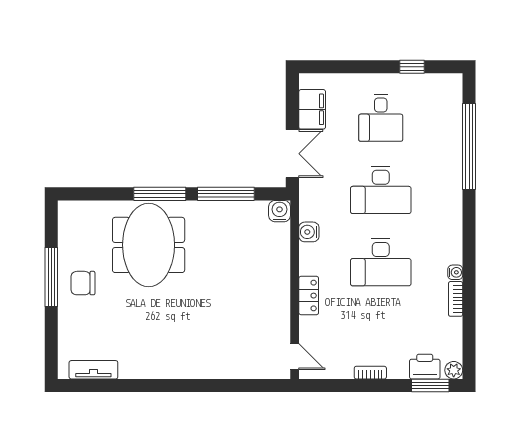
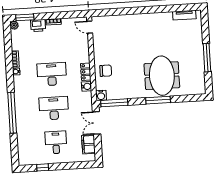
window: (469, 147) -> (12, 113), moved
window: (226, 194) -> (114, 103), moved
chair: (83, 283) -> (106, 71), moved
locker: (309, 296) -> (86, 72), moved
printer: (425, 367) -> (38, 26), moved

